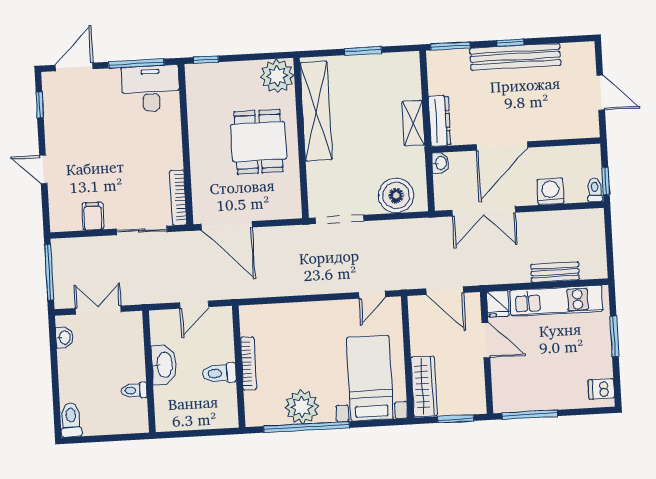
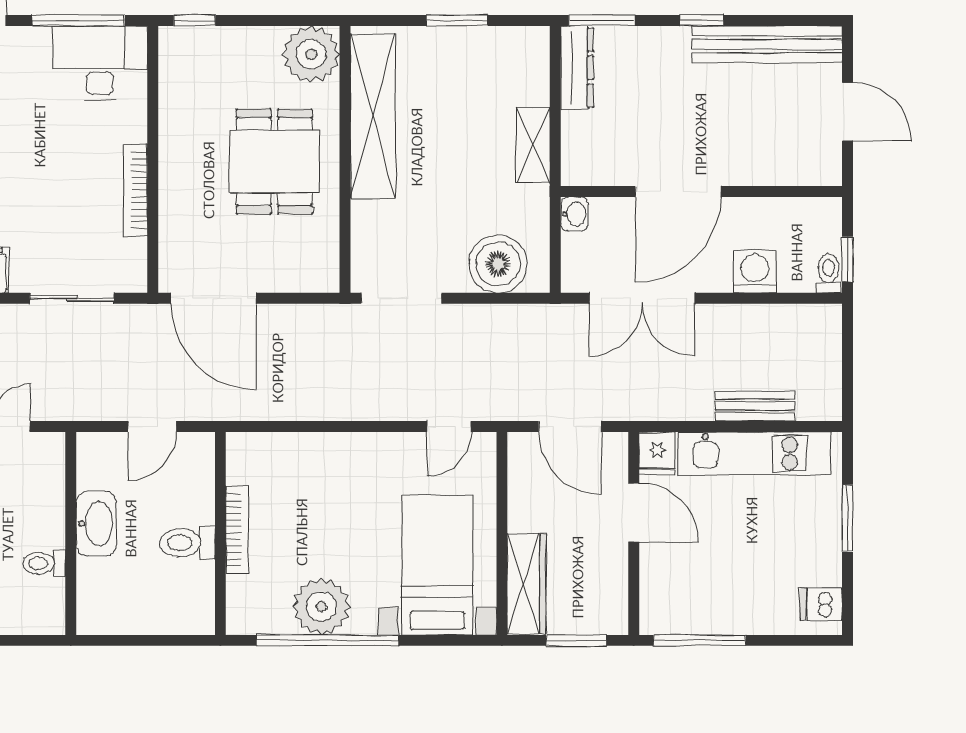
bench: (515, 57) -> (767, 44), moved
dresser: (440, 121) -> (577, 68), moved
bookcase: (178, 197) -> (136, 190), moved

